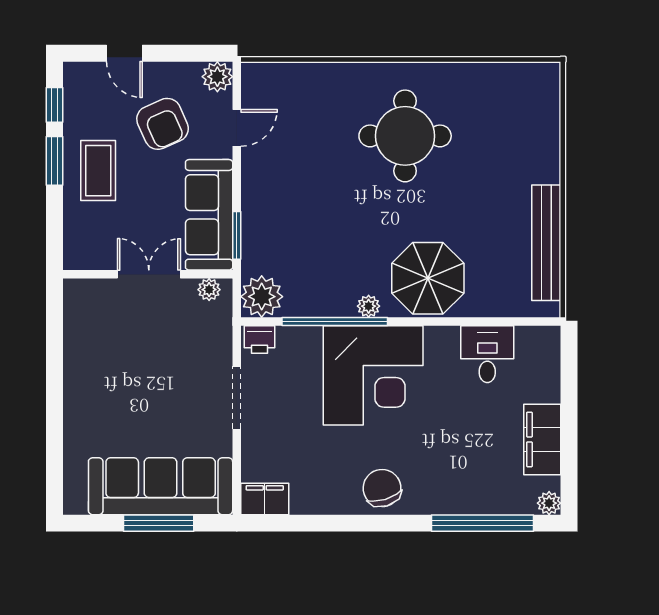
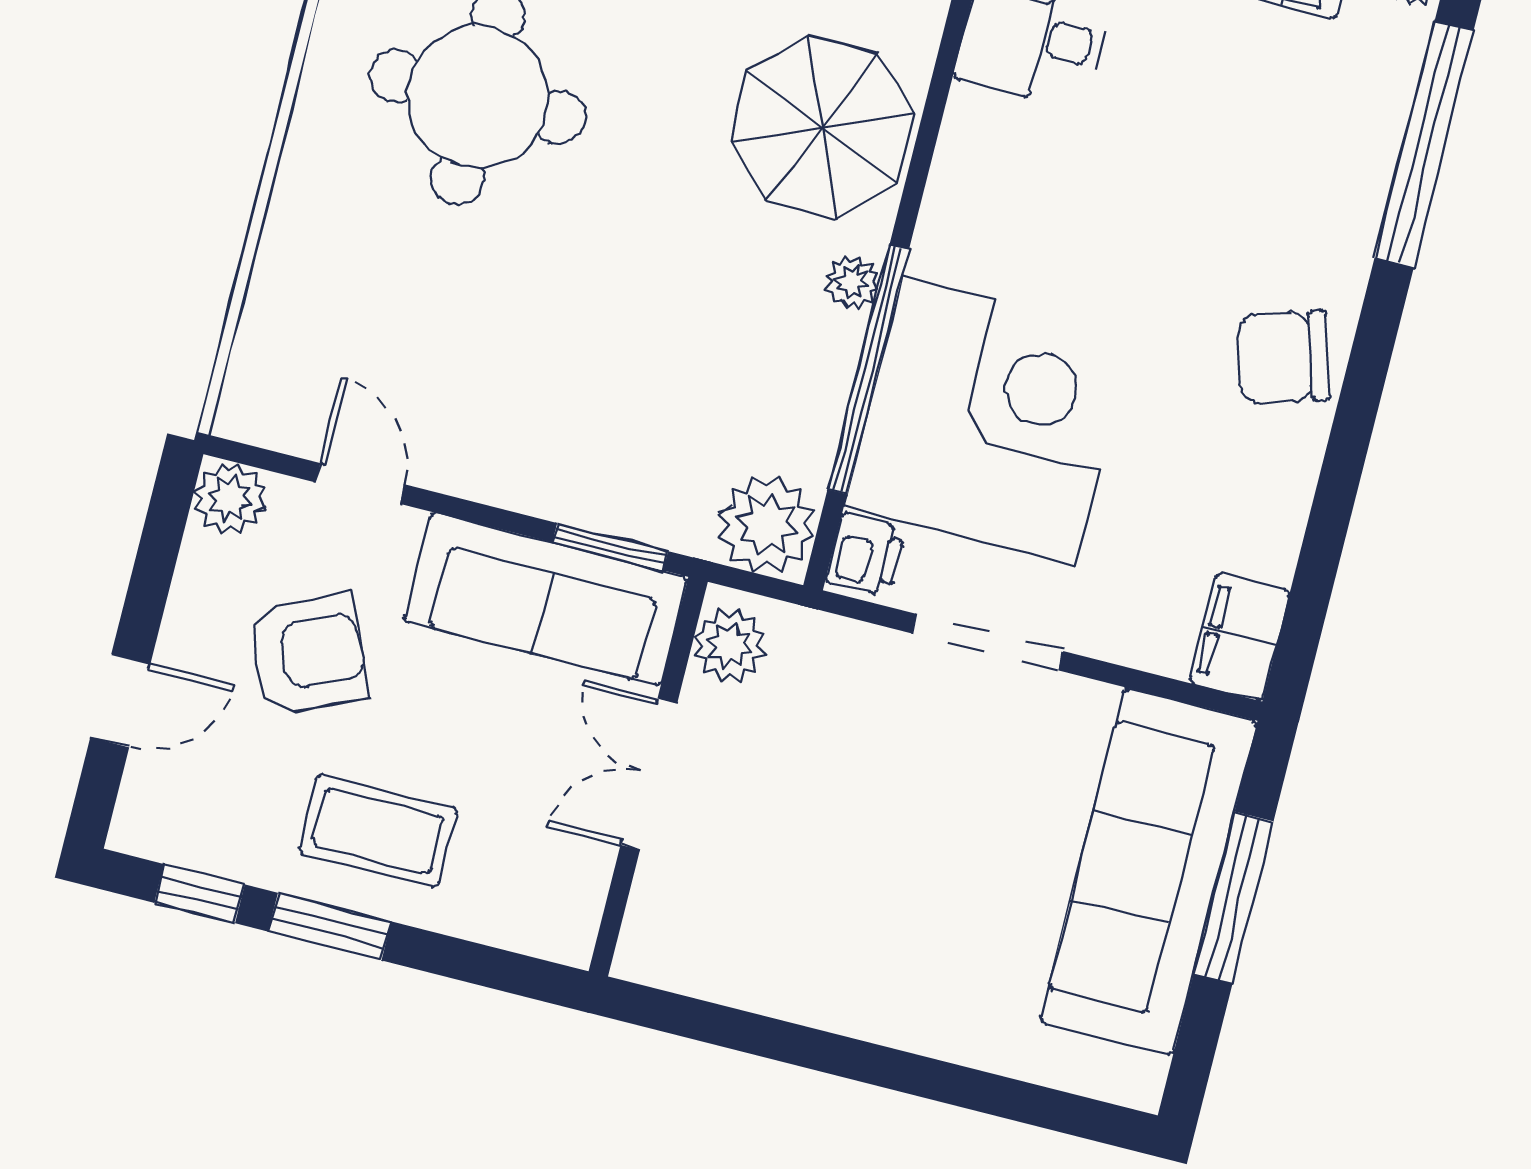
plant: (209, 290) -> (730, 645), width x1.38, depth x1.38
corner desk: (373, 375) -> (989, 420), moved

